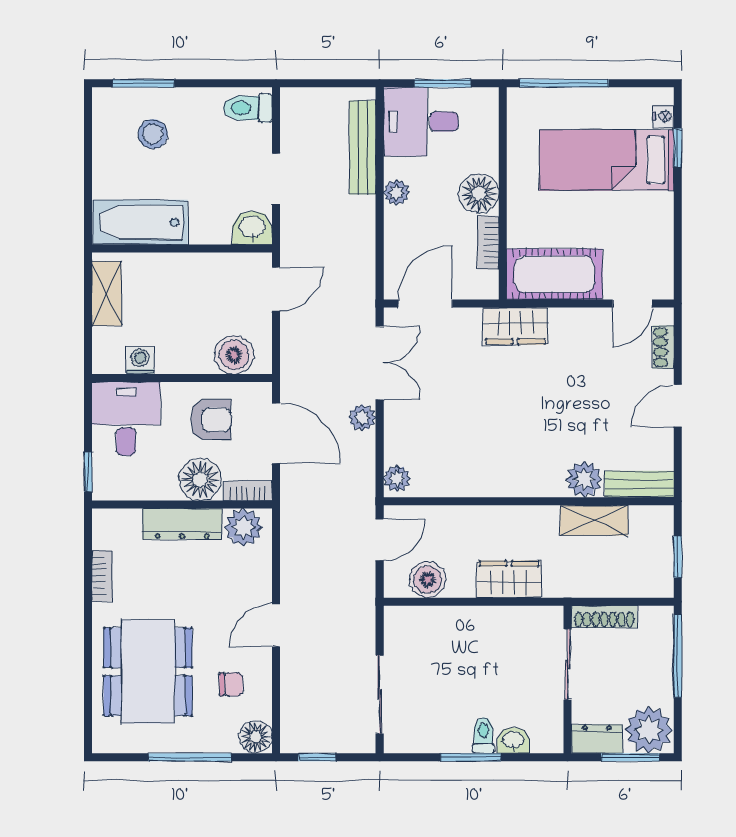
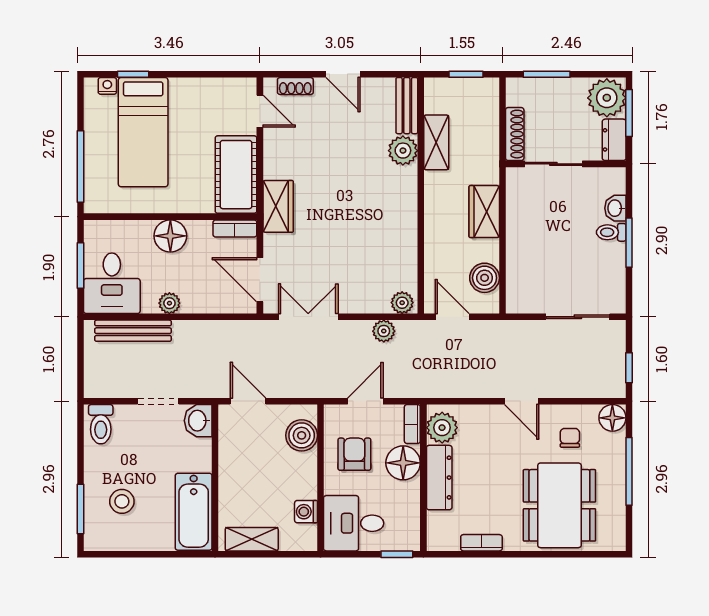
bookcase: (488, 243) -> (235, 228), moved
plant: (362, 418) -> (384, 331), moved
door: (276, 433) -> (365, 401), width x0.73
window: (678, 656) -> (547, 74), width x0.69
dining table: (148, 672) -> (559, 505), turned 90

